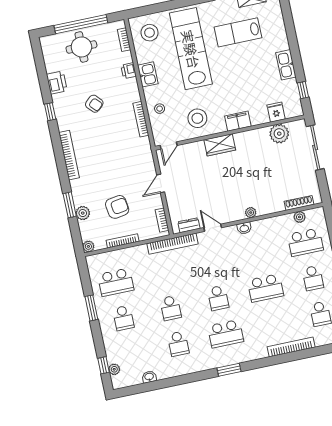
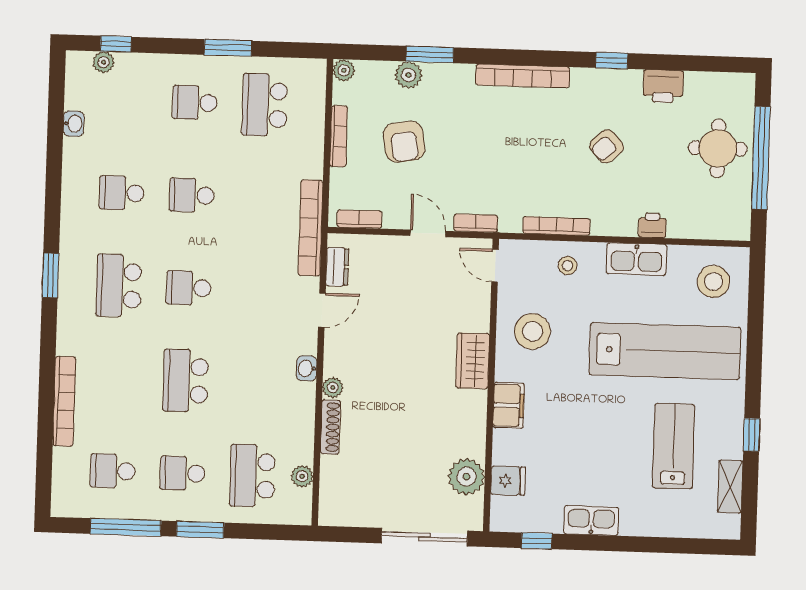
bookcase: (124, 40) -> (476, 223), moved
kitchen sink: (148, 74) -> (636, 259), width x1.38
shoe rack: (299, 203) -> (330, 427), moved

